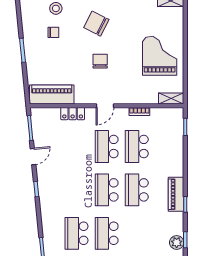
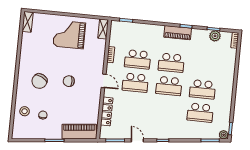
piano: (52, 94) -> (79, 132), moved, turned 84
locker: (73, 114) -> (107, 111), width x1.53

